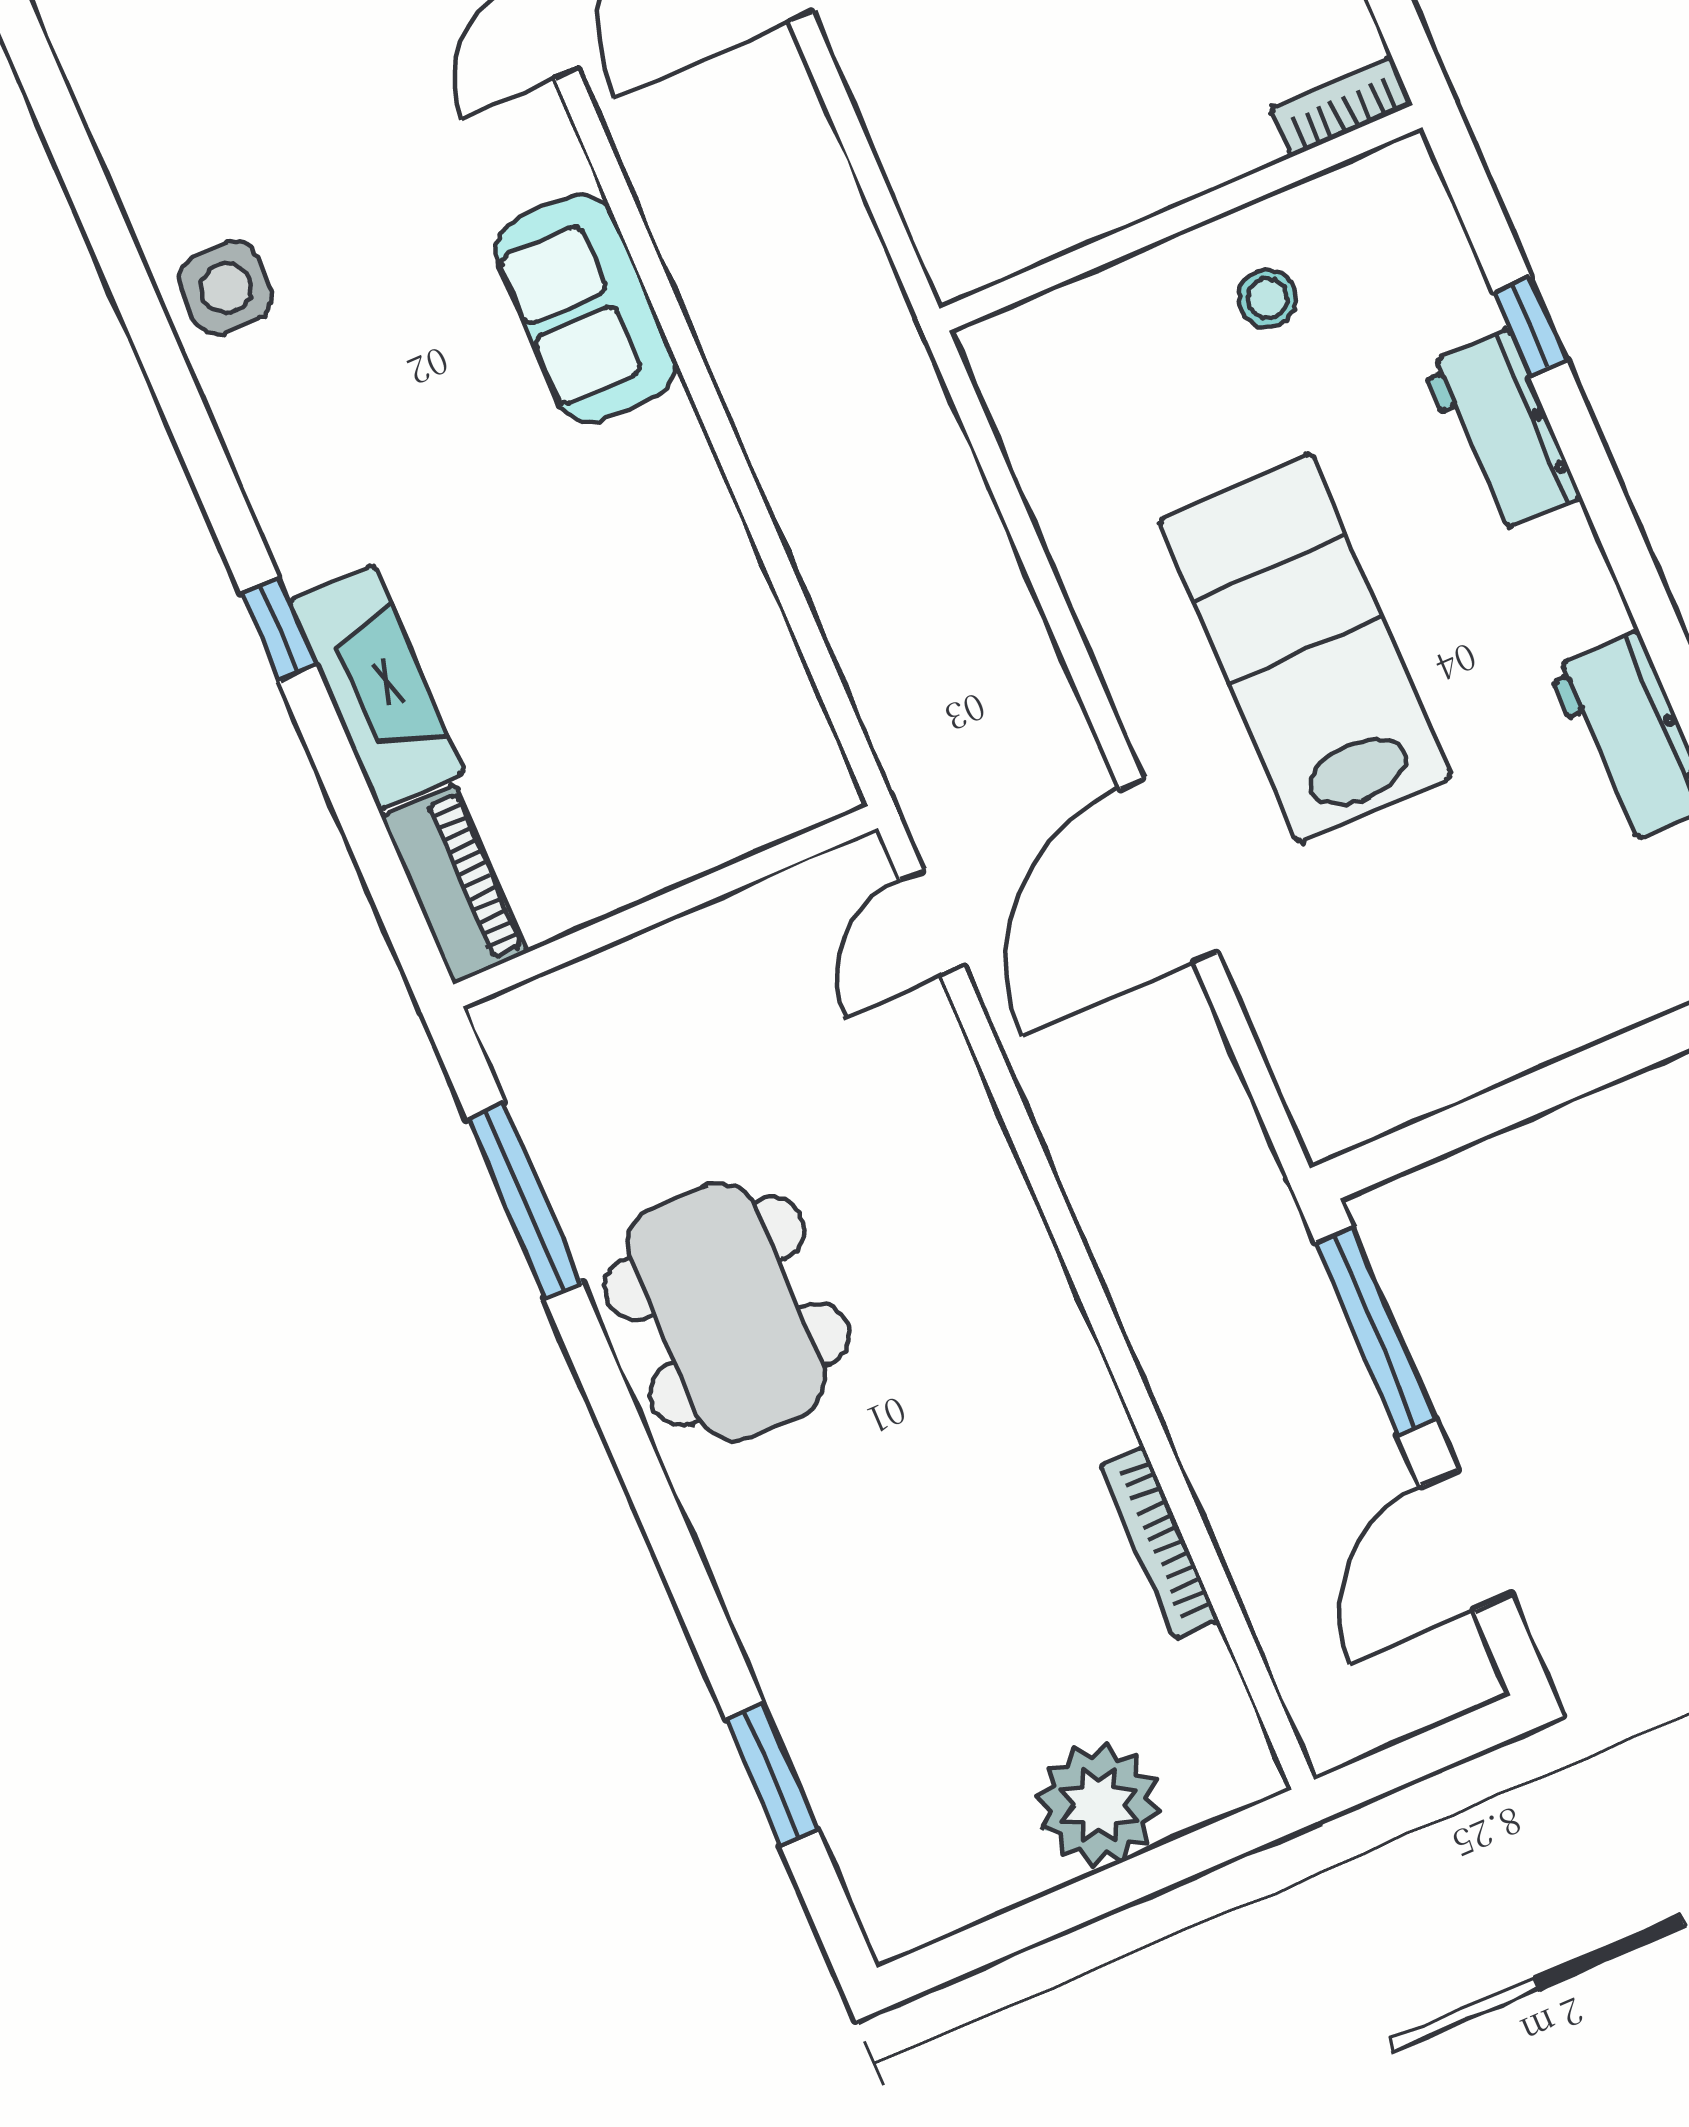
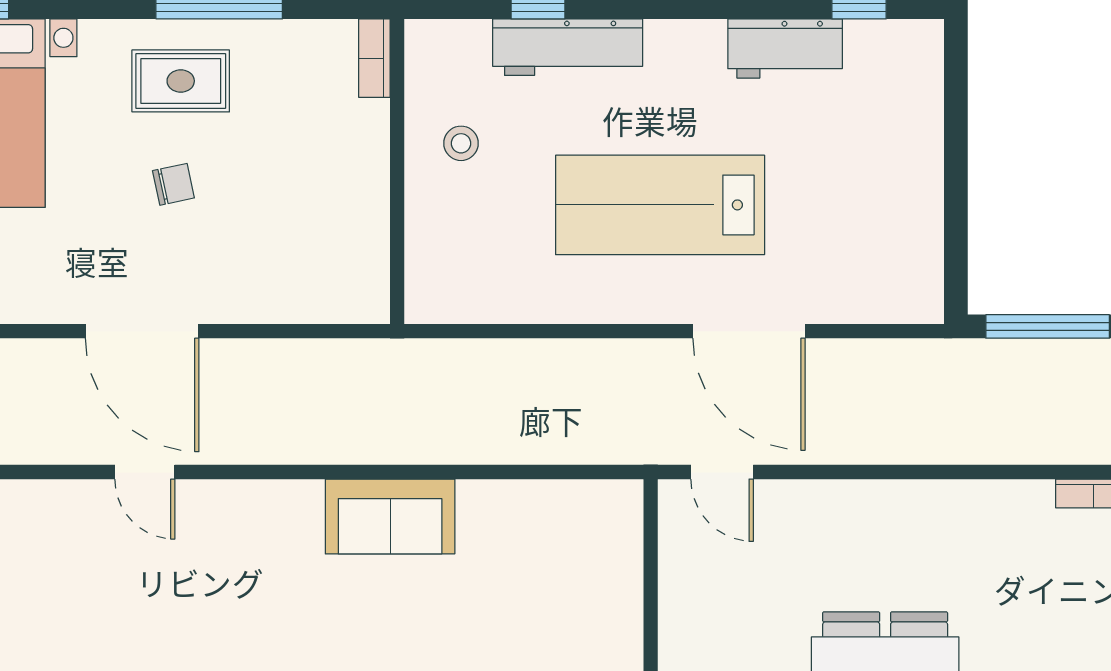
sofa: (585, 309) -> (390, 516), moved
workbench: (1502, 431) -> (568, 47), width x1.38

